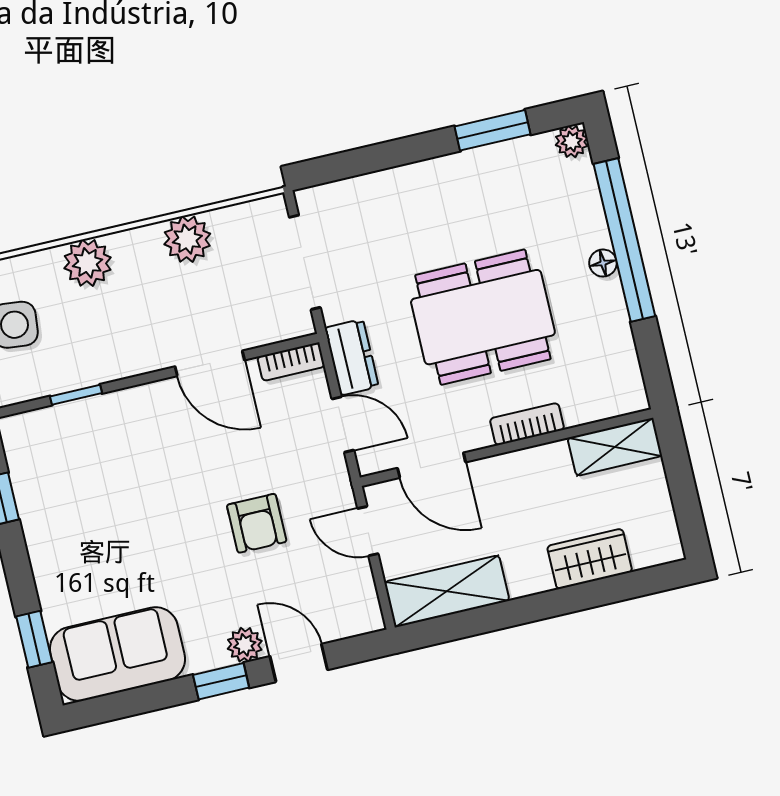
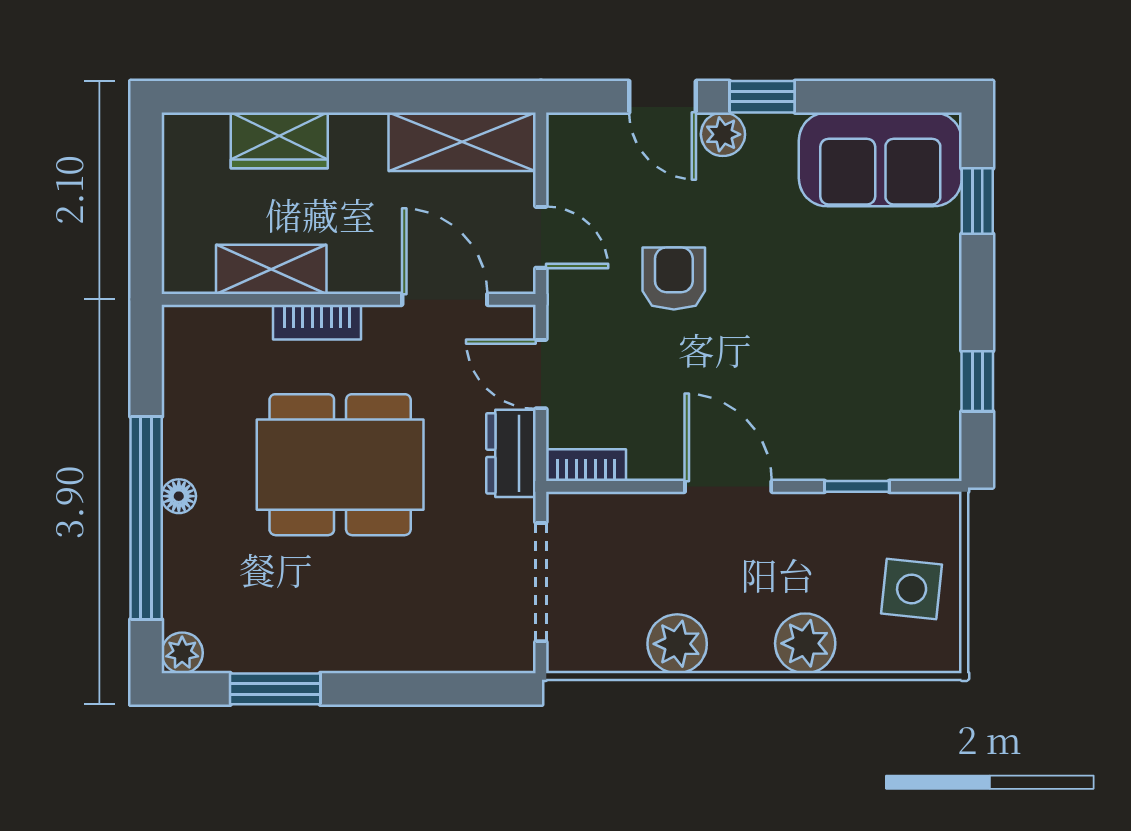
door: (210, 363) -> (728, 486), moved
shelving: (615, 447) -> (271, 269), moved

